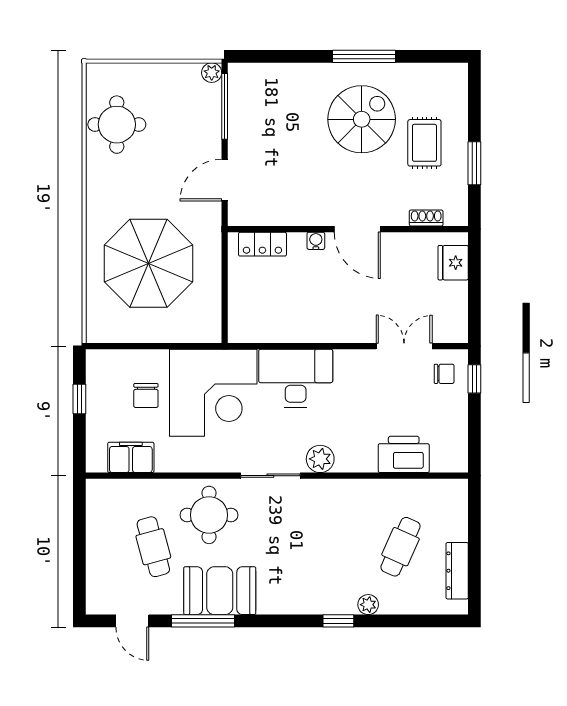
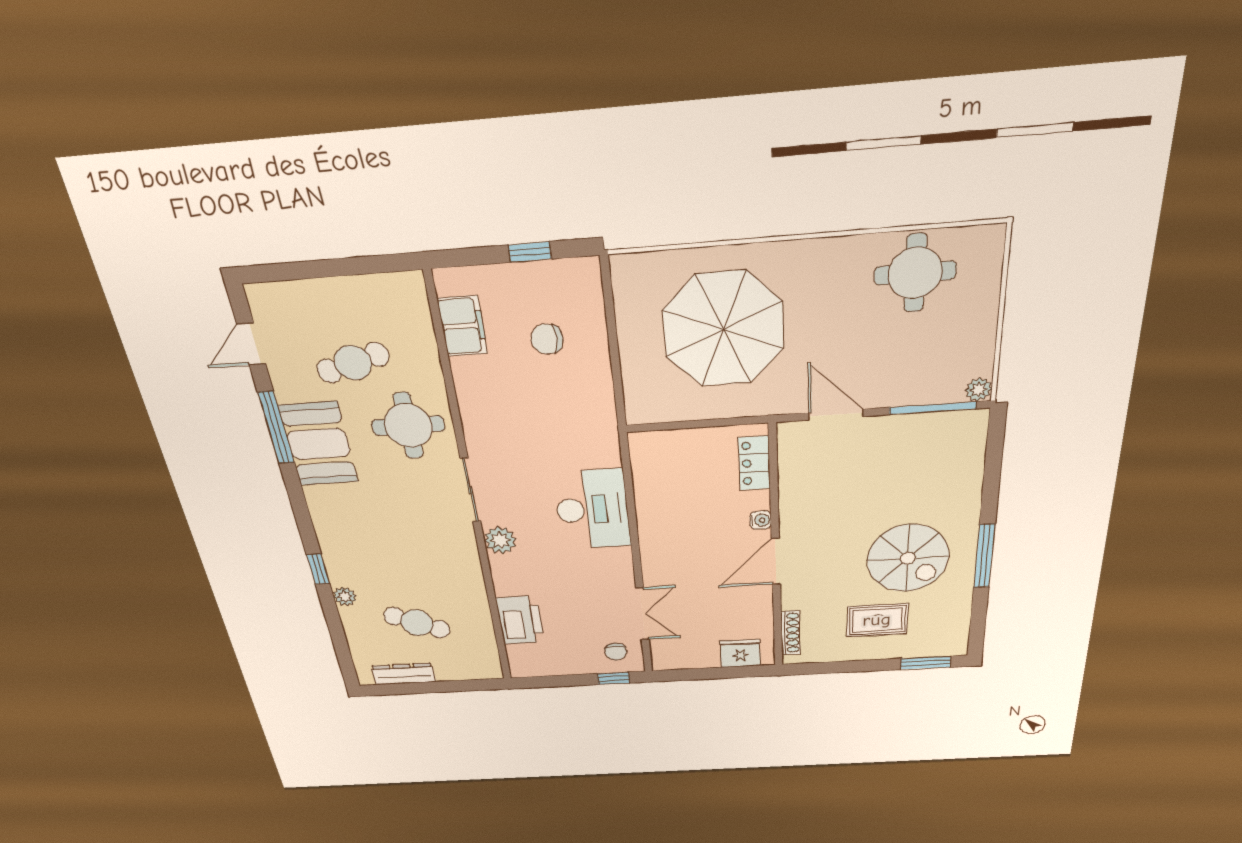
window: (474, 163) -> (926, 663), moved
shoe rack: (426, 218) -> (791, 633), width x1.43
corner desk: (213, 393) -> (562, 420), removed

